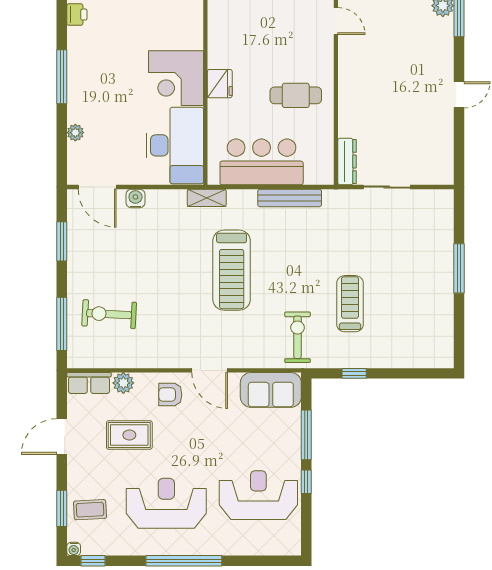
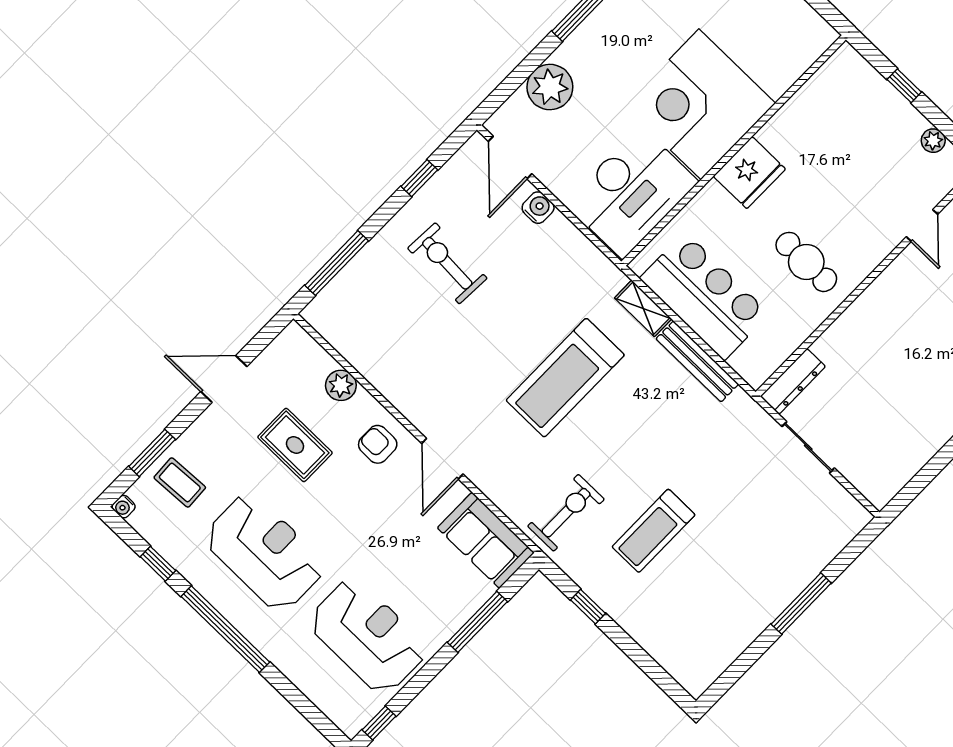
corner desk: (176, 78) -> (700, 104), width x1.36, depth x1.36
fridge: (220, 84) -> (749, 173), width x1.36, depth x1.34
plant: (75, 133) -> (550, 87), width x1.88, depth x1.88
shelving: (207, 198) -> (643, 308), moved
window: (62, 241) -> (419, 178), width x0.67
treadmill: (350, 304) -> (654, 531), turned 180
exercise bike: (109, 314) -> (447, 263), moved
row of seats: (89, 383) -> (306, 351), removed
window: (306, 482) -> (379, 723), moved
window: (93, 561) -> (158, 564), moved

